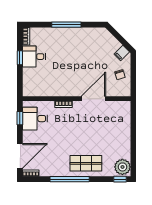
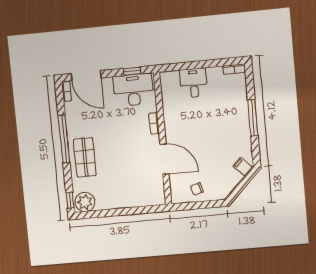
filing cabinet: (122, 53) -> (243, 167), moved
desk: (34, 57) -> (194, 83), moved
window: (20, 58) -> (207, 64), removed
desk: (35, 119) -> (133, 90), width x1.37

